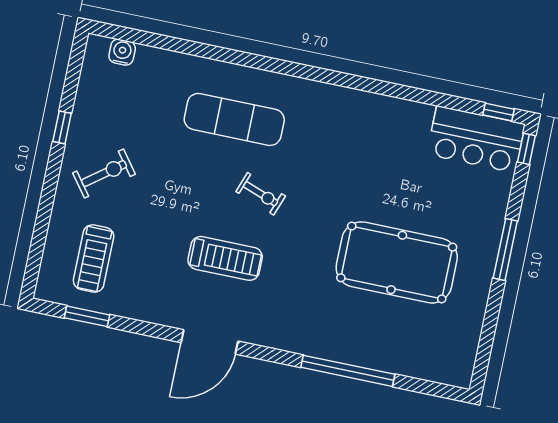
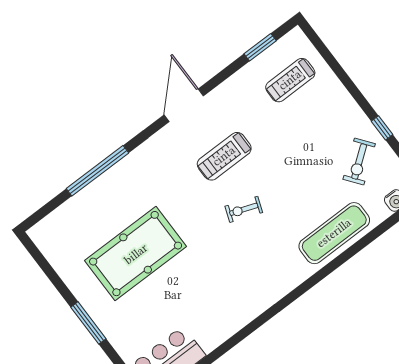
exercise mat: (234, 119) -> (334, 233), moved
exercise bike: (104, 174) -> (359, 162), moved
treadmill: (94, 258) -> (290, 80), turned -90

